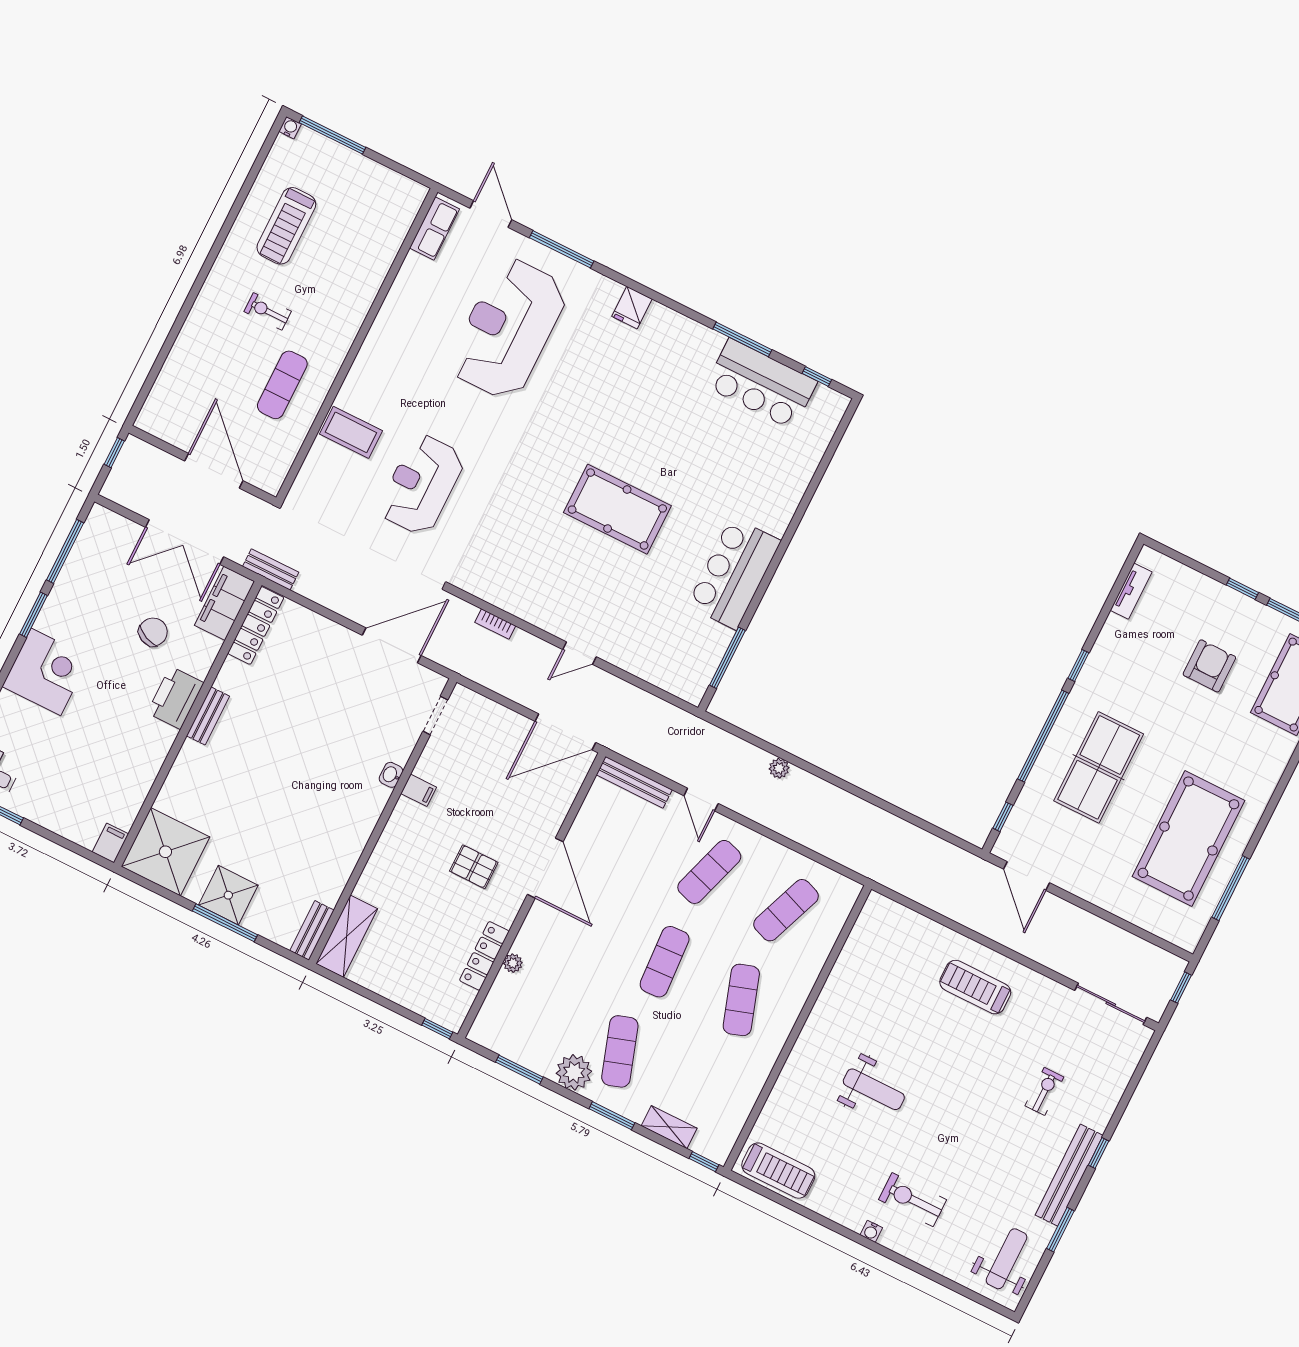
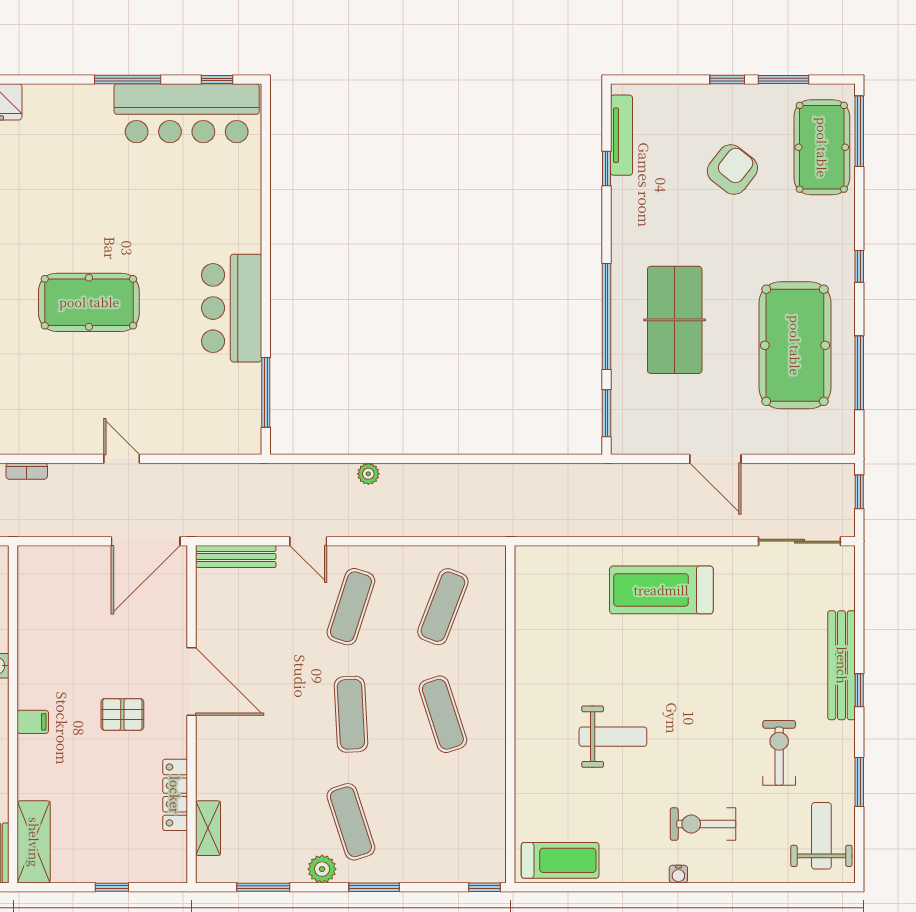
bar counter: (761, 384) -> (187, 113), width x1.36
tv unit: (1131, 591) -> (621, 135), width x1.41
door: (580, 653) -> (122, 459), swing flipped
window: (1078, 665) -> (606, 169), moved
armchair: (1209, 666) -> (732, 169), turned 38
doorway: (435, 716) -> (13, 588), removed
filing cabinet: (419, 790) -> (33, 722), moved
window: (1275, 799) -> (859, 266), added
window: (1003, 817) -> (606, 413), width x1.50
door: (1026, 876) -> (715, 459), moved
plant: (513, 963) -> (206, 788), removed
treadmill: (975, 987) -> (661, 590), width x1.37, depth x1.38
window: (437, 1029) -> (112, 887), moved
plant: (574, 1072) -> (322, 869), width x0.73, depth x0.73
exercise bike: (1044, 1091) -> (779, 753), moved, width x1.38, depth x1.39
shelving: (669, 1127) -> (208, 828), moved, turned 90
bench: (1069, 1175) -> (842, 665), moved

